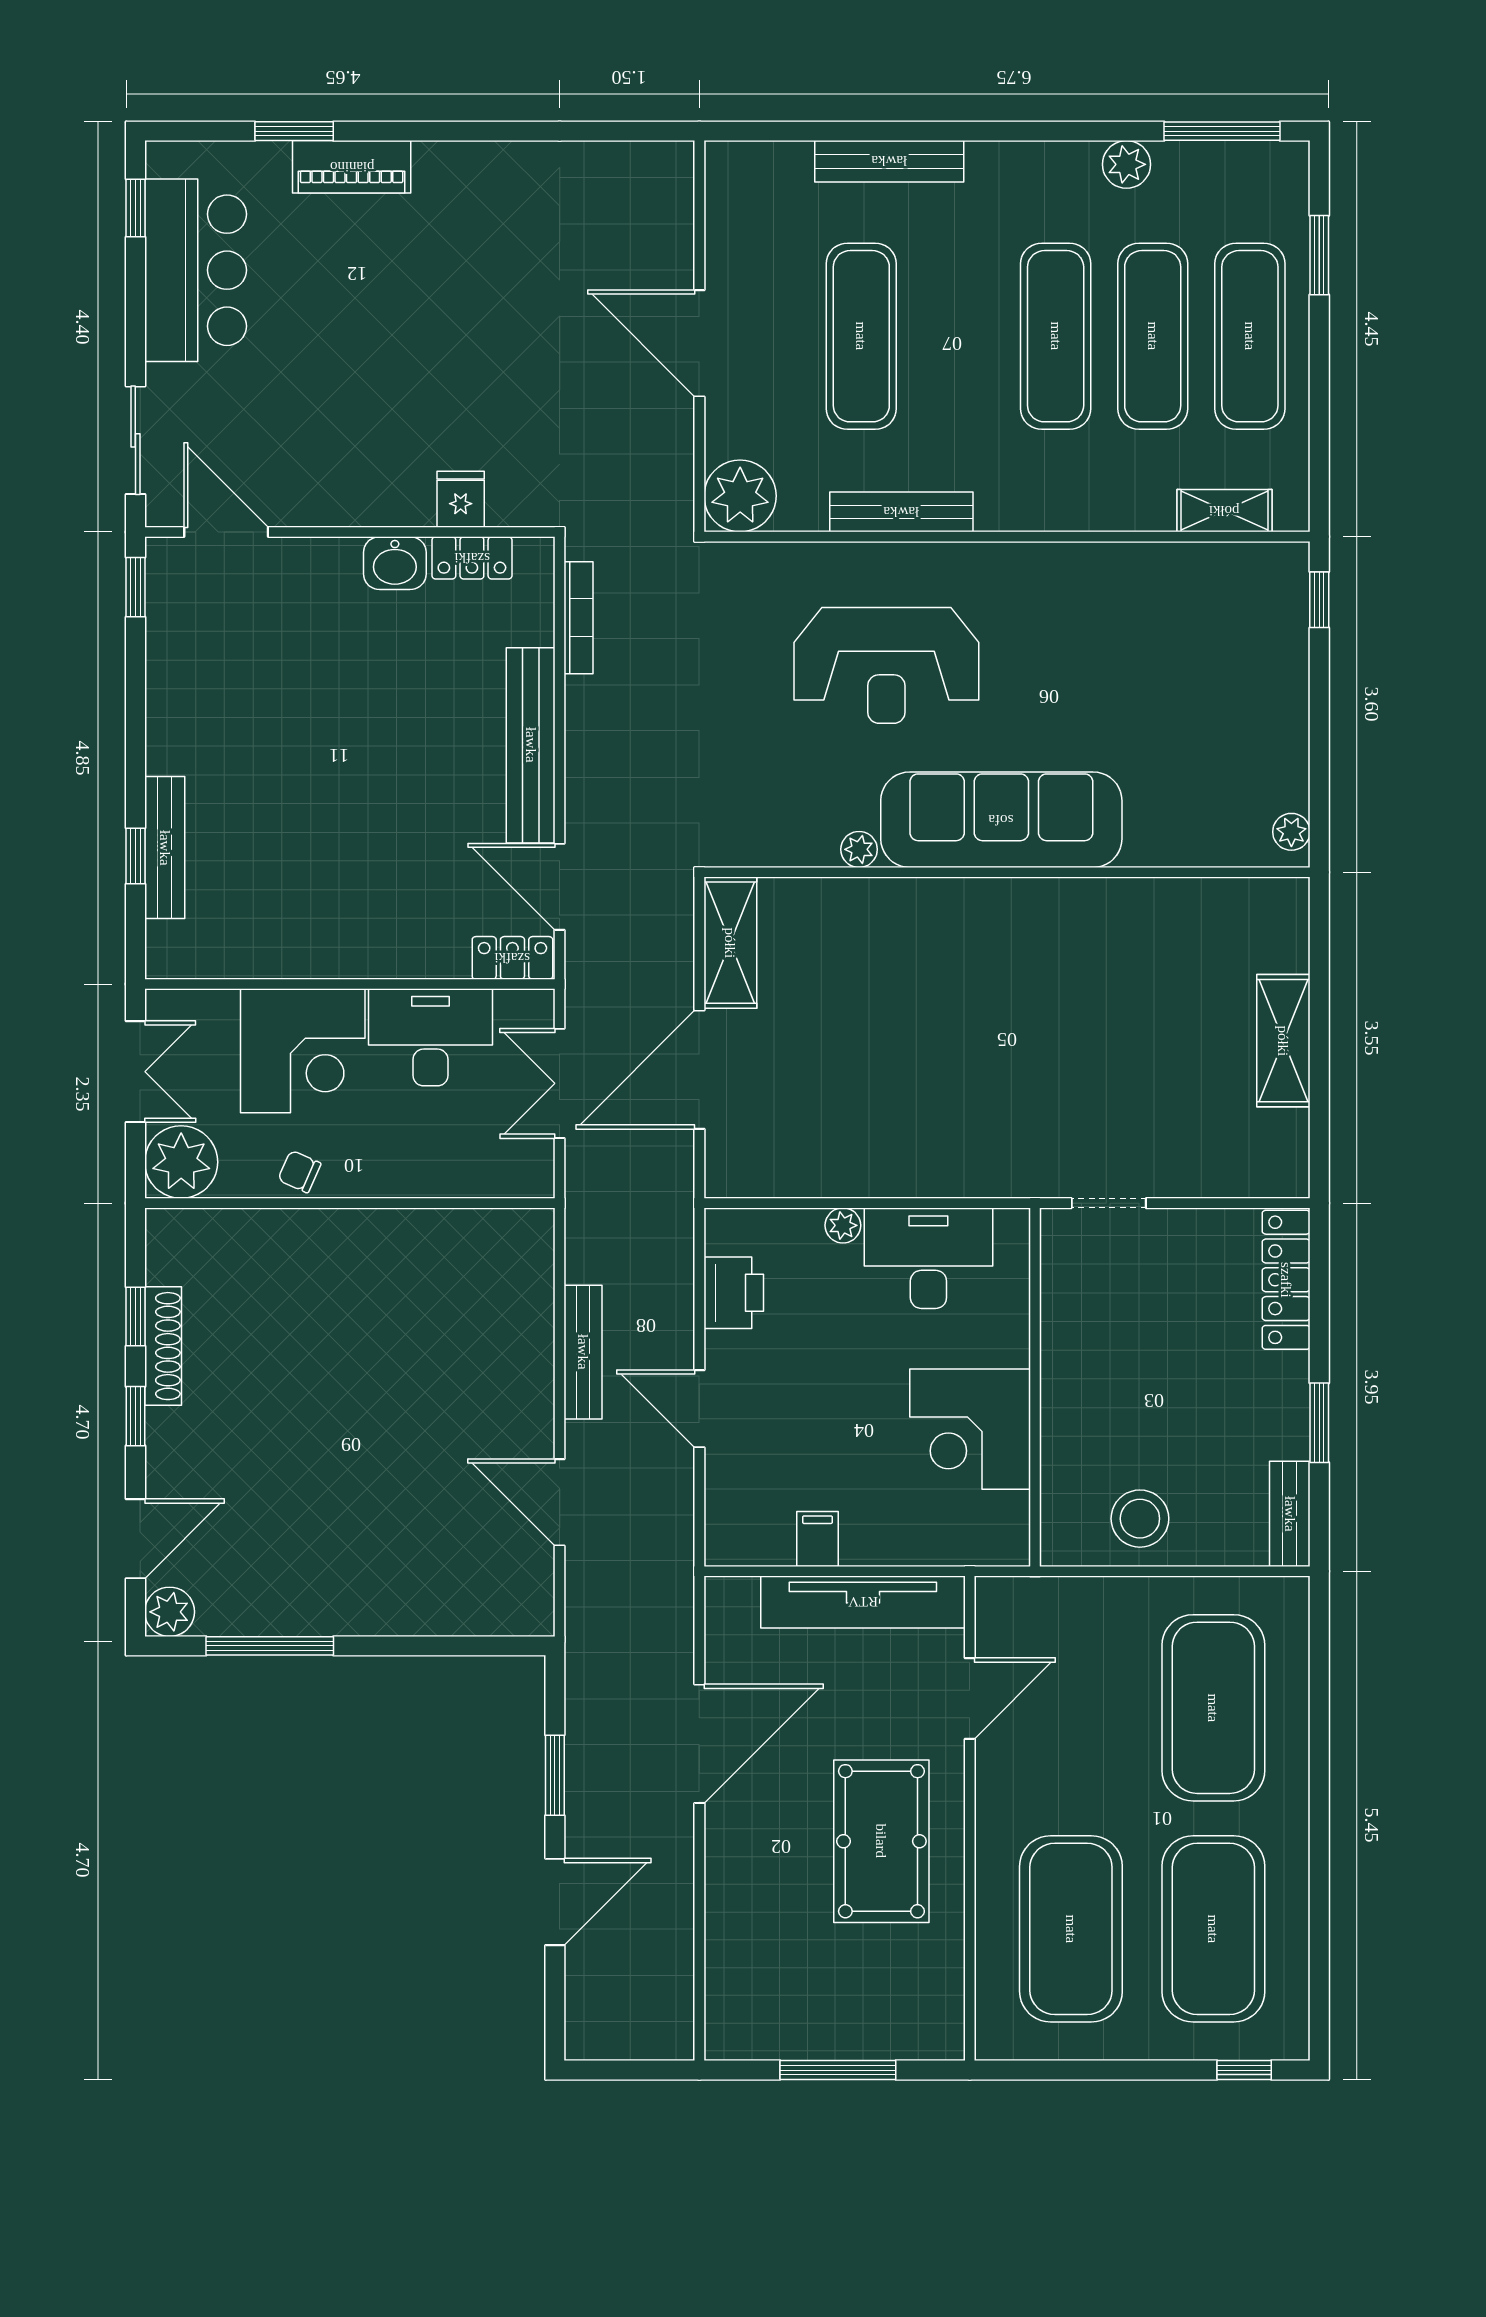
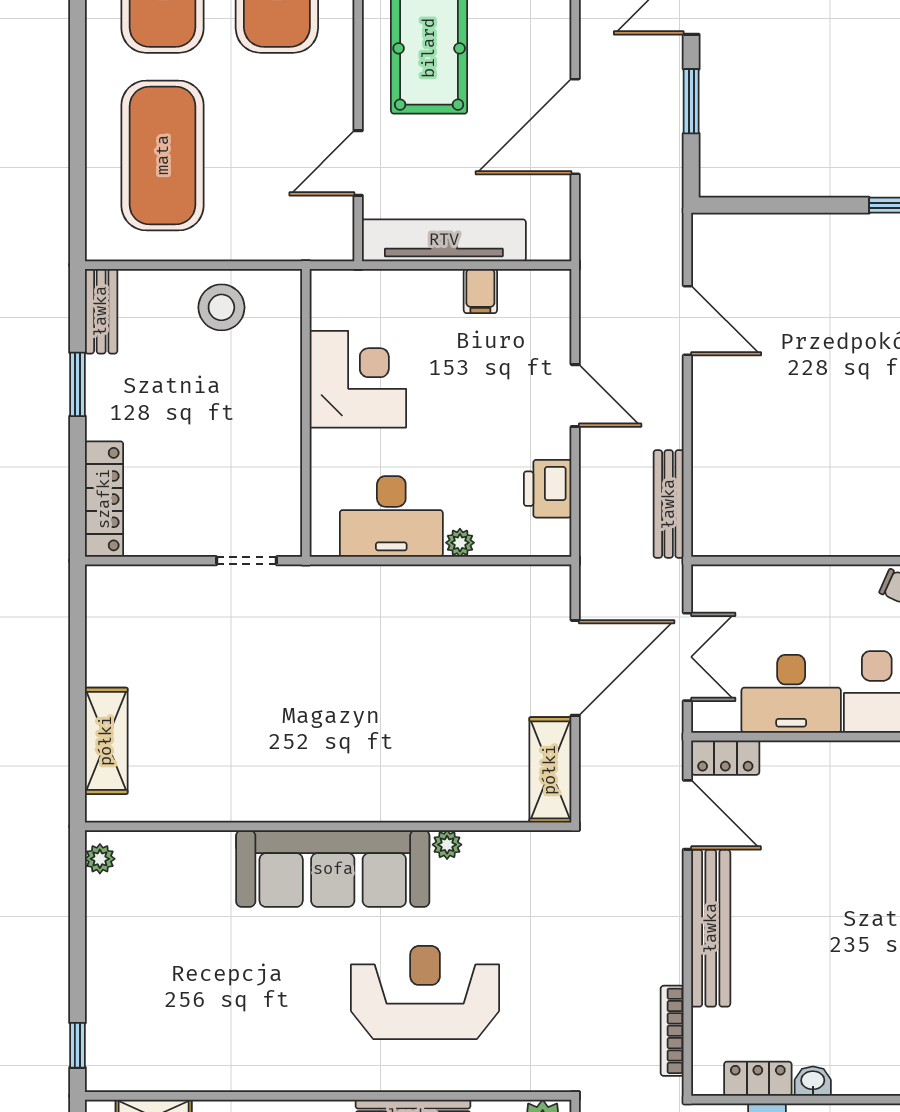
washbasin: (395, 563) -> (813, 1081), width x0.72, depth x0.69
shelving: (1283, 1041) -> (106, 741), moved
bench: (583, 1352) -> (669, 504), moved

